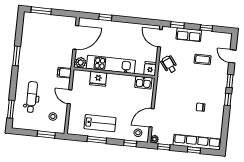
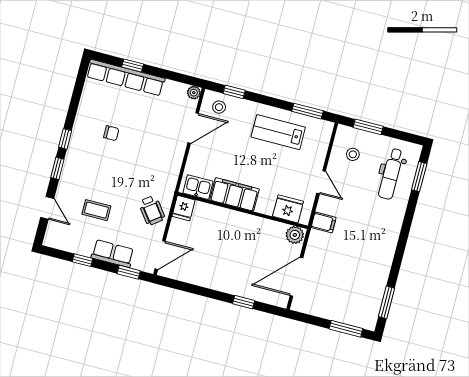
door: (160, 38) -> (160, 255), hinge flipped
window: (16, 56) -> (386, 302), moved
kitchen unit: (111, 64) -> (246, 225), removed
fridge: (98, 79) -> (288, 209), moved
filing cabinet: (121, 81) -> (235, 194), added
dental chair: (32, 97) -> (391, 174), moved
window: (97, 140) -> (308, 111), moved
window: (164, 147) -> (180, 78), removed

